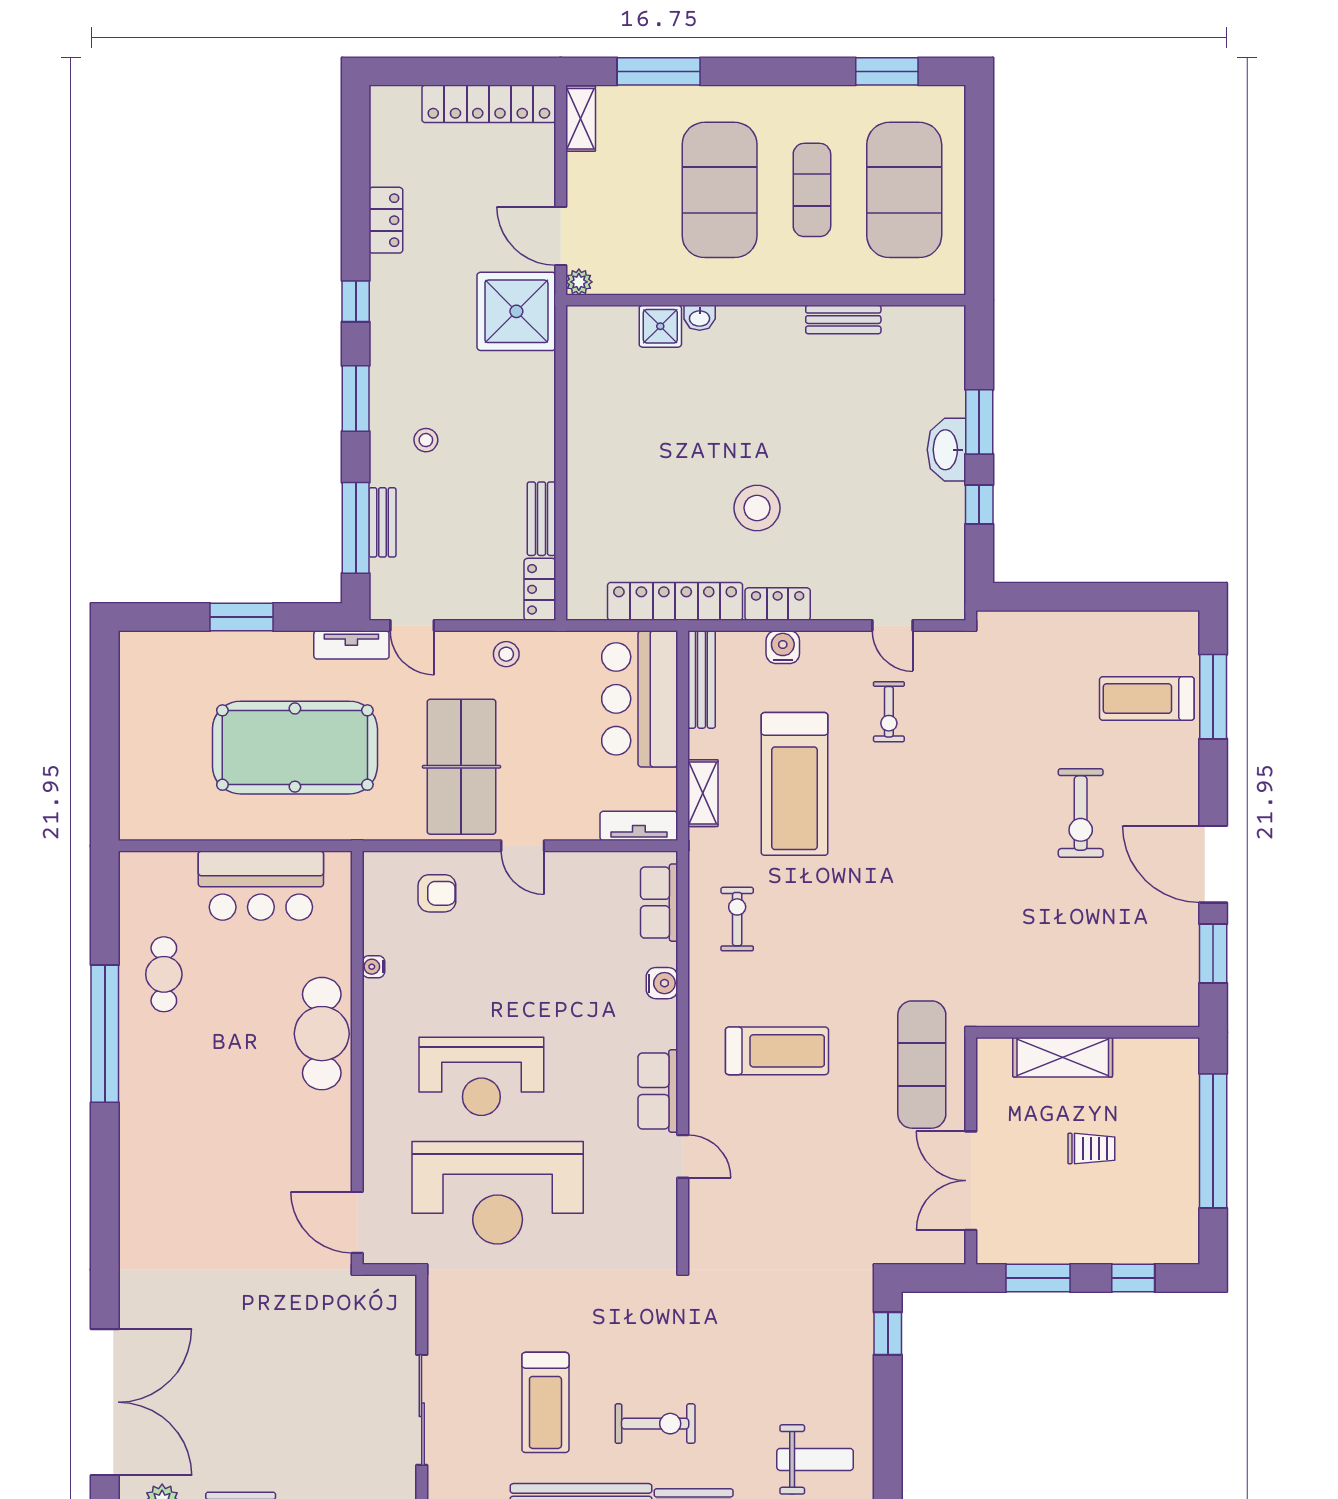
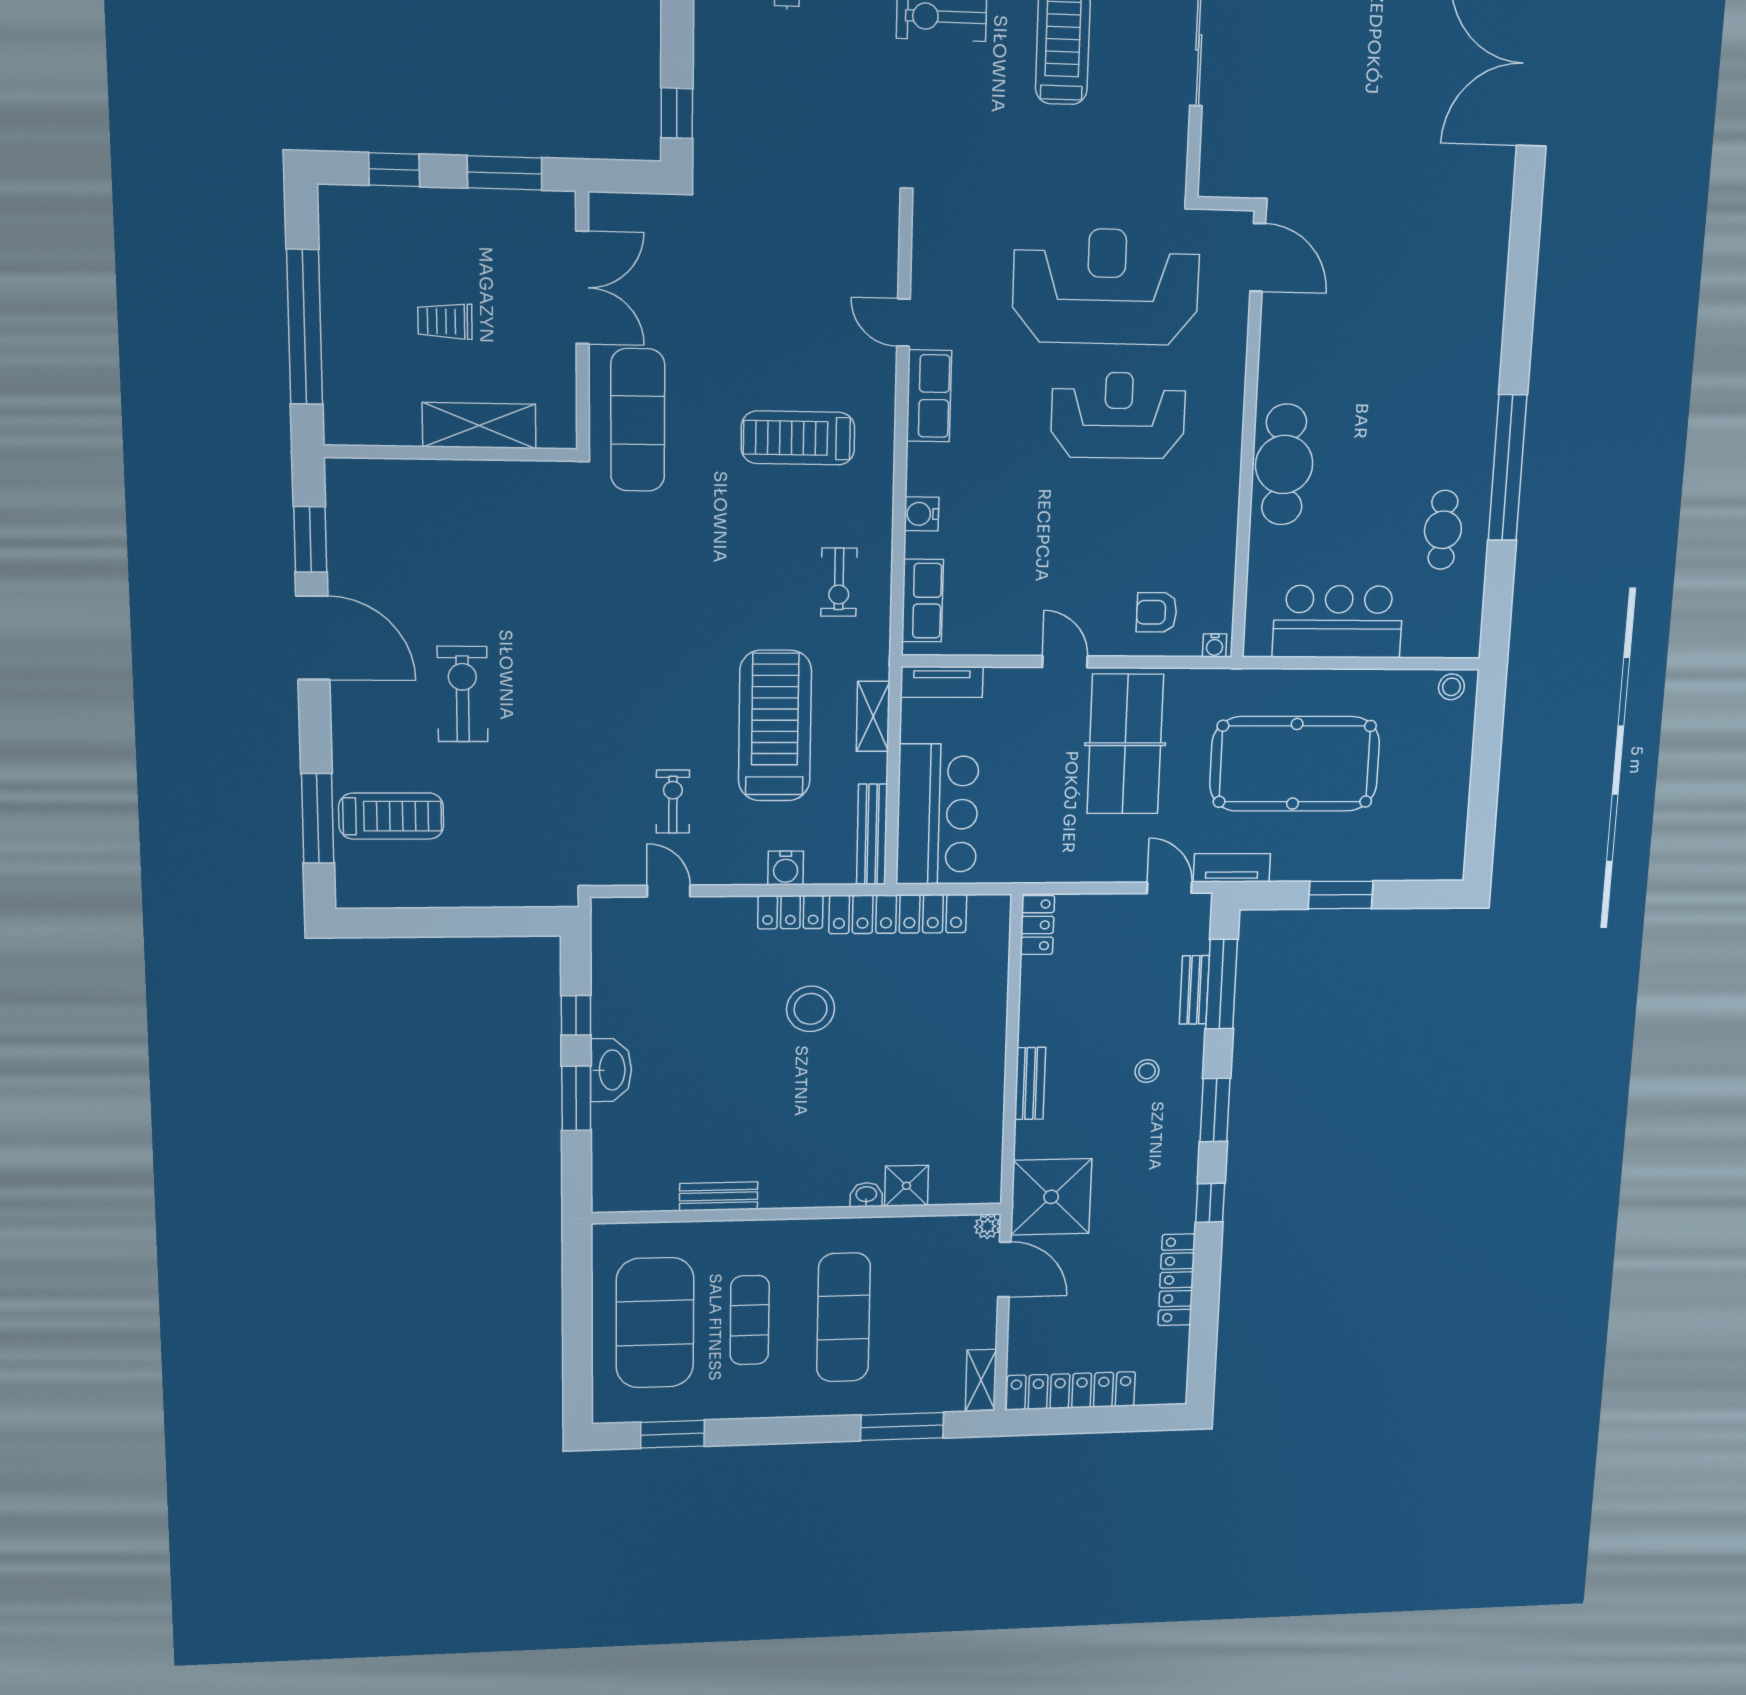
exercise mat: (720, 190) -> (843, 1317), width x0.68
locker: (386, 220) -> (1177, 1280), width x1.53
bench: (542, 519) -> (1030, 1083), moved
stool: (506, 654) -> (1451, 687), moved
water cooler: (374, 967) -> (1215, 645), moved, turned 90

